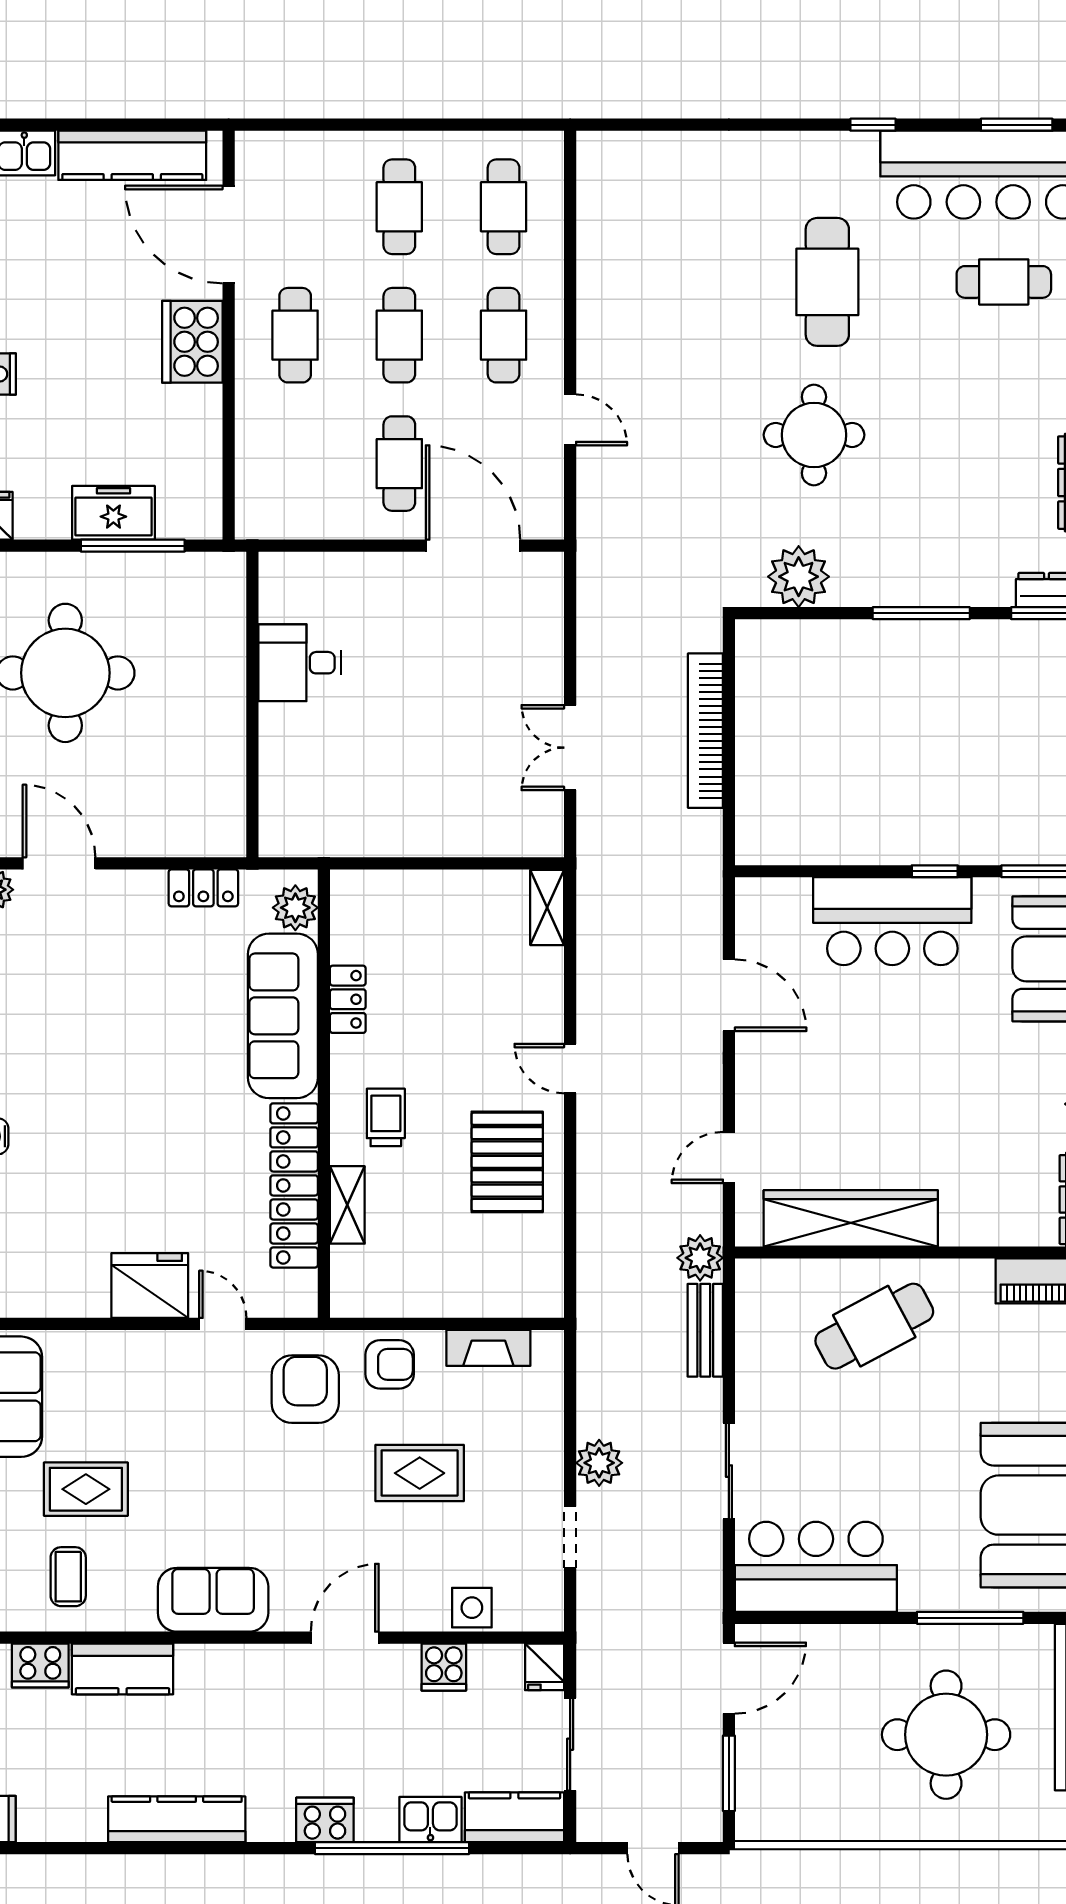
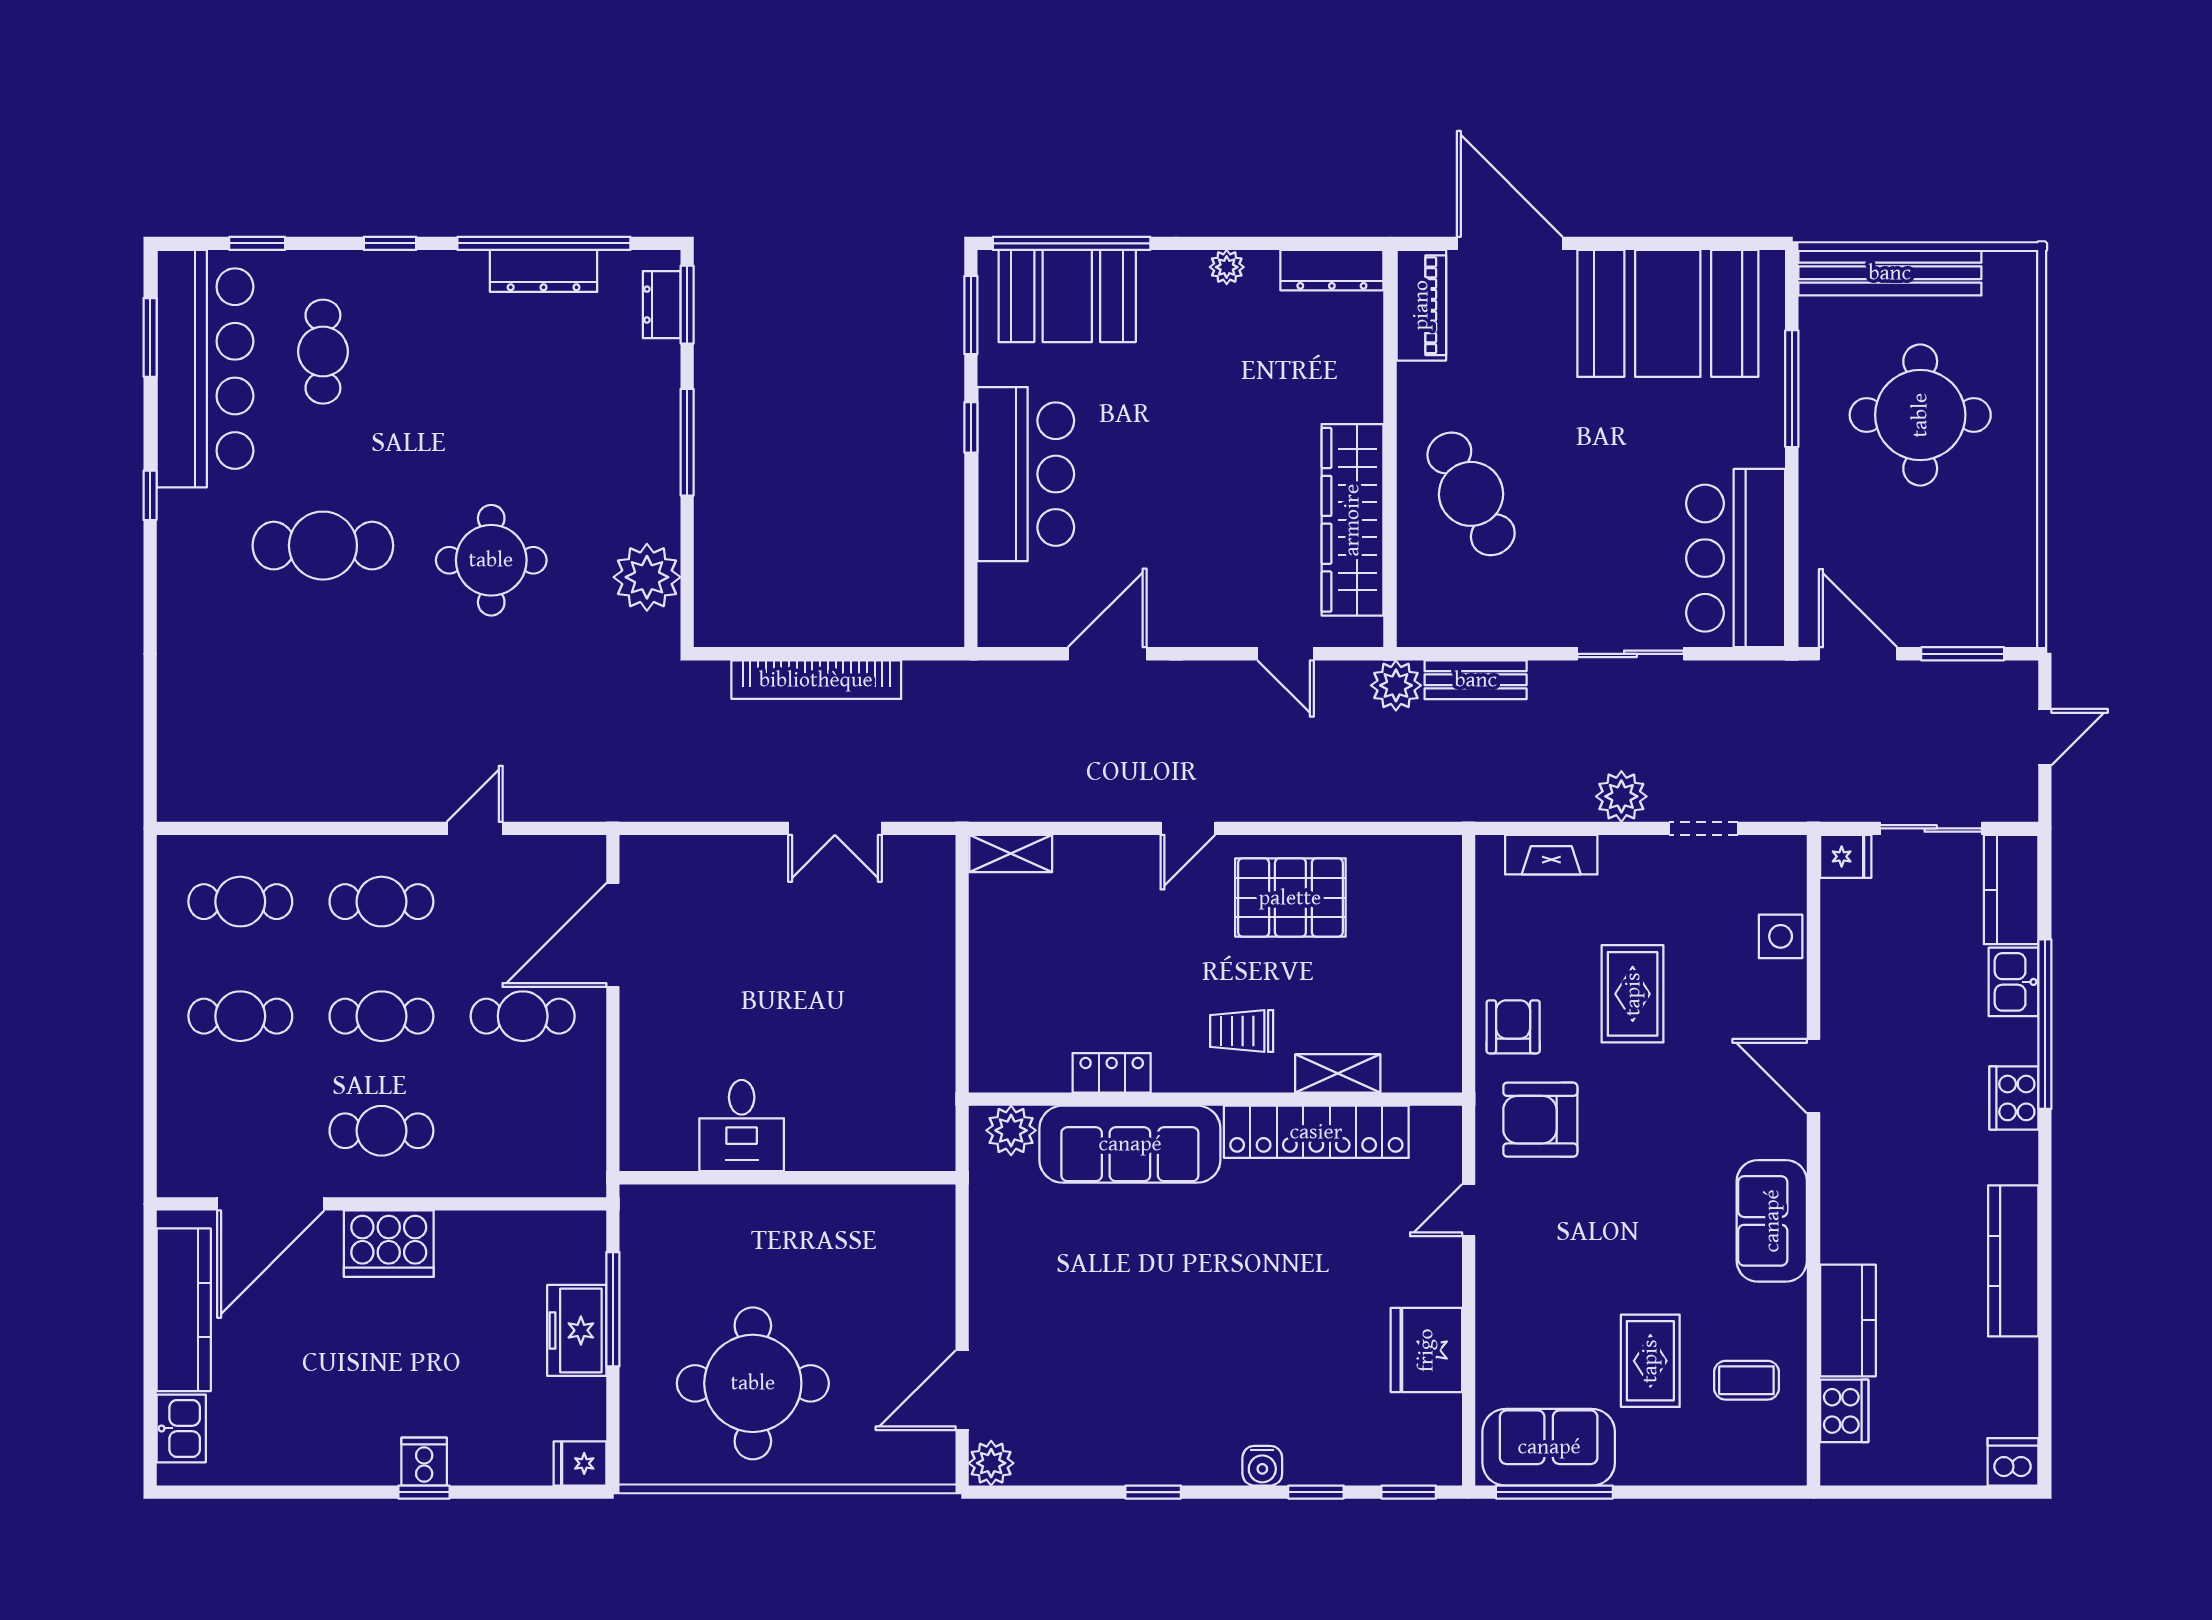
locker: (203, 888) -> (989, 1232), removed
fridge: (150, 1286) -> (1426, 1350), moved
fireplace: (488, 1348) -> (1551, 855), moved, turned 90
cooker: (444, 1667) -> (1846, 967), removed

